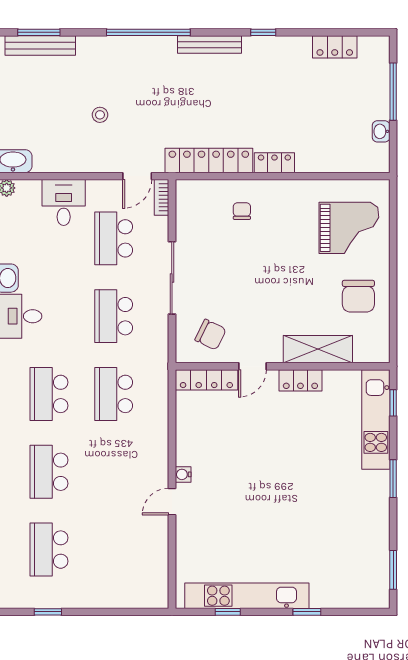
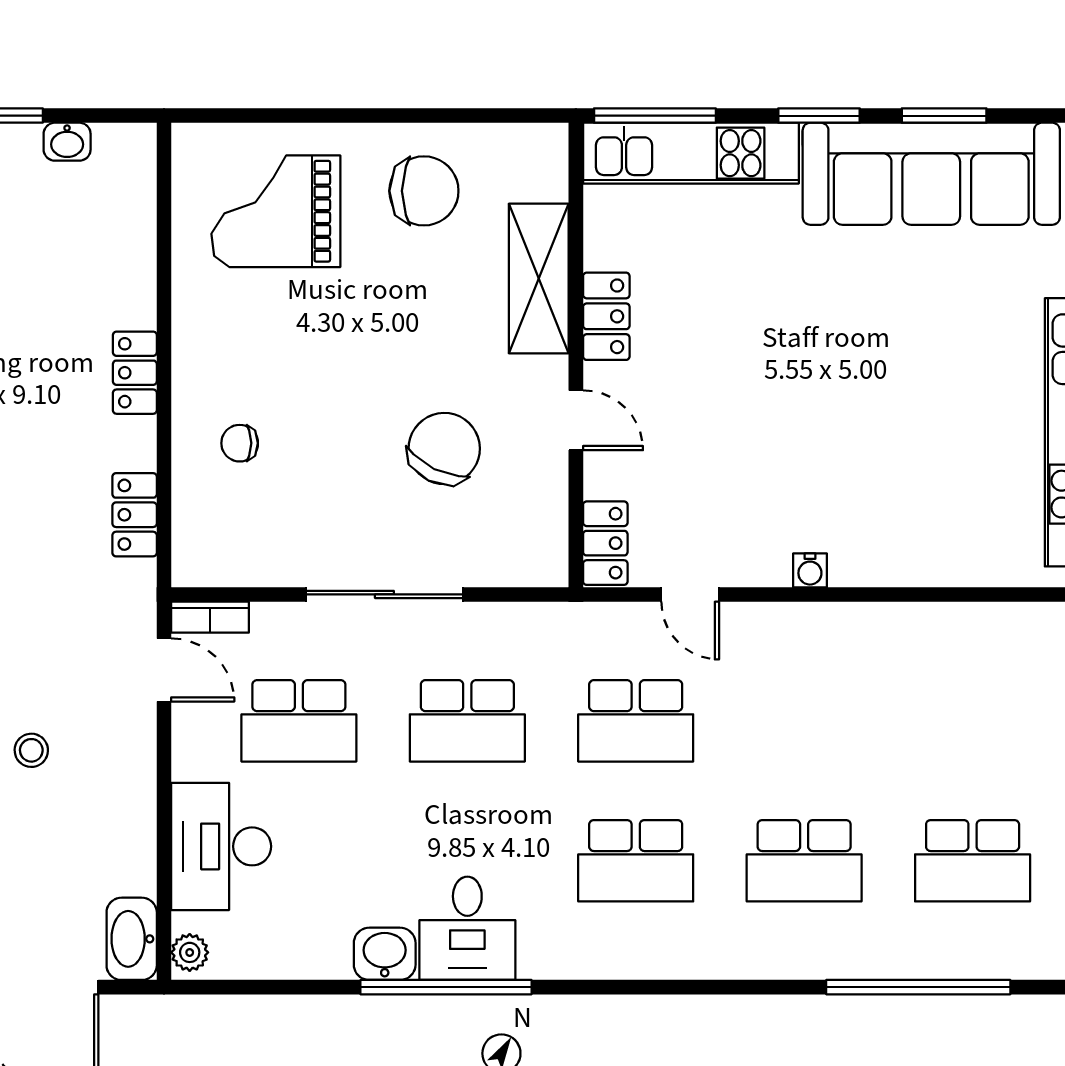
locker: (209, 160) -> (135, 515), width x0.46, depth x0.83
desk: (64, 202) -> (221, 846), width x1.37
grand piano: (349, 228) -> (276, 211), turned -90
chair: (210, 335) -> (444, 449), moved, width x1.37, depth x1.37
locker: (206, 380) -> (605, 543), width x0.66
window: (393, 403) -> (655, 116), width x2.17
door: (172, 502) -> (690, 594), moved
sofa: (366, 530) -> (931, 174), added
window: (393, 570) -> (944, 116), moved

